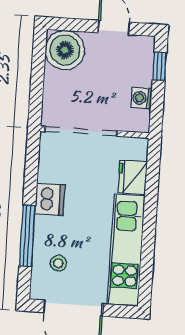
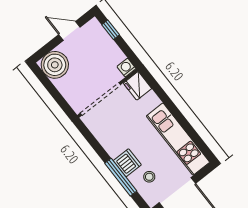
washing machine: (141, 98) -> (126, 68), moved, turned 90
fridge: (133, 177) -> (138, 86), moved
dishwasher: (50, 199) -> (127, 163), moved

